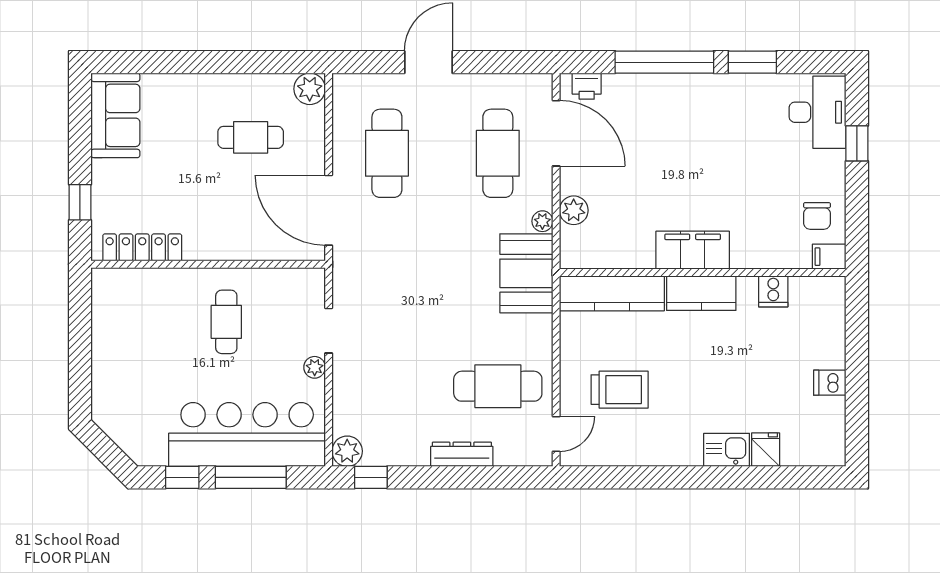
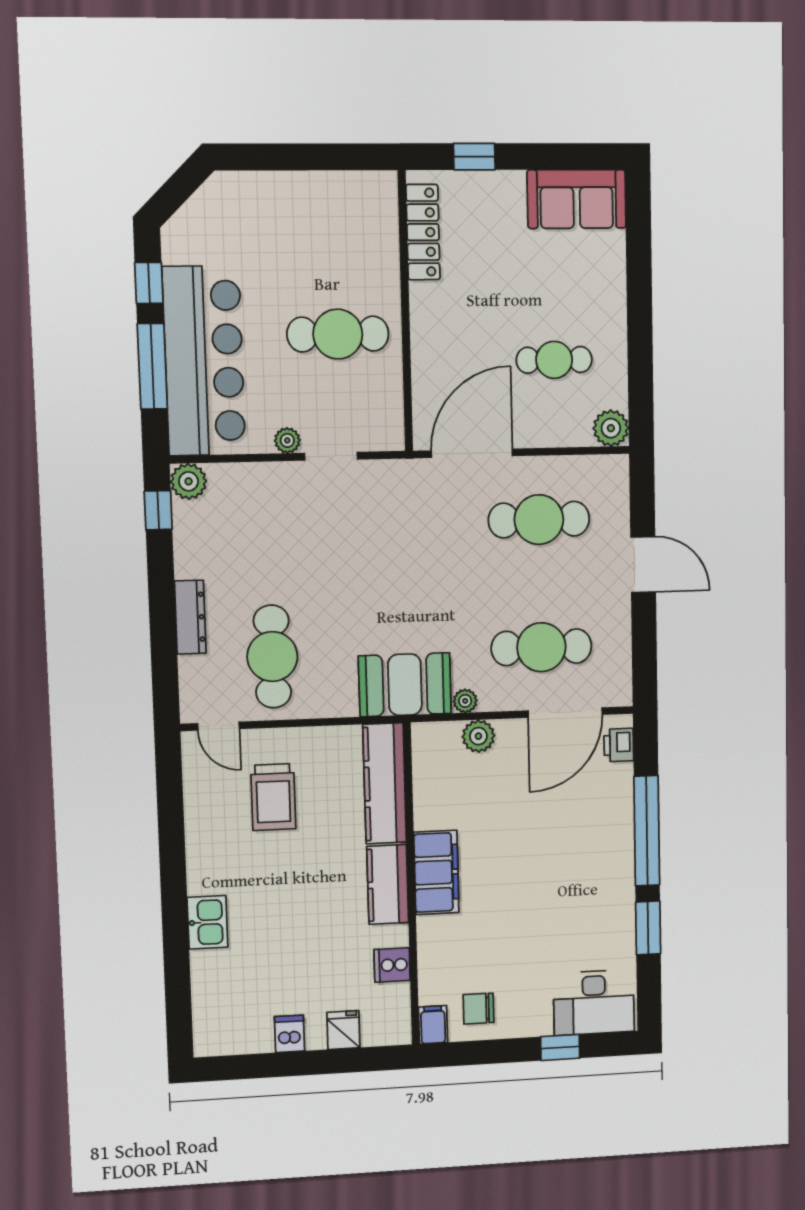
cafe table: (251, 137) -> (554, 360), turned 90
cafe table: (226, 322) -> (338, 334), width x1.37, depth x1.35
fridge: (766, 450) -> (343, 1030), moved, turned -90

